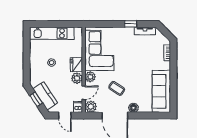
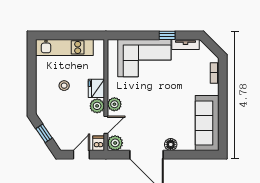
corner sofa: (99, 50) -> (144, 58), moved, turned 90
coffee table: (117, 88) -> (149, 119), removed
kitchen counter: (45, 96) -> (56, 129), removed
door: (65, 116) -> (81, 155), swing flipped

